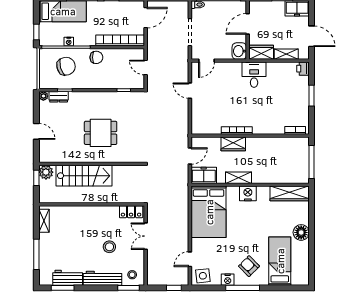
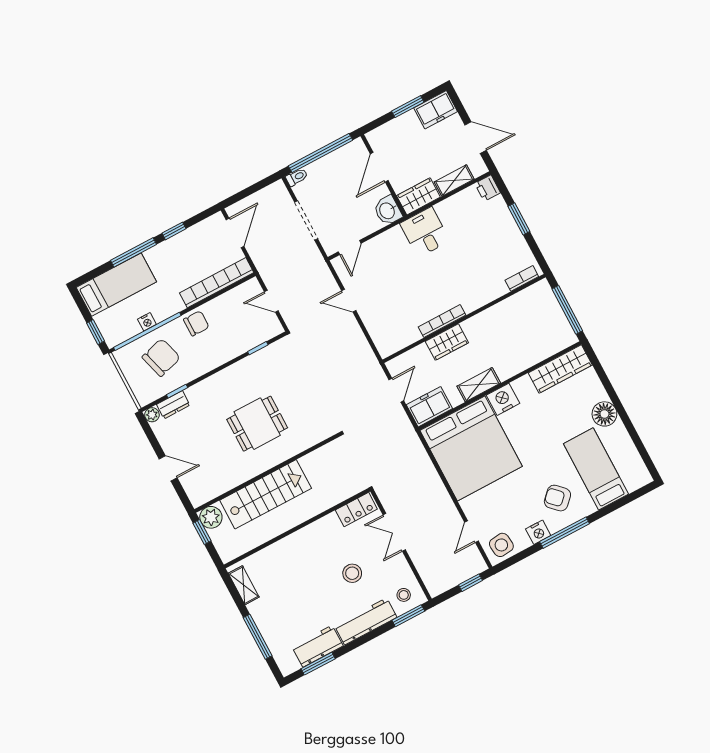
bed: (209, 212) -> (471, 448), width x1.36

